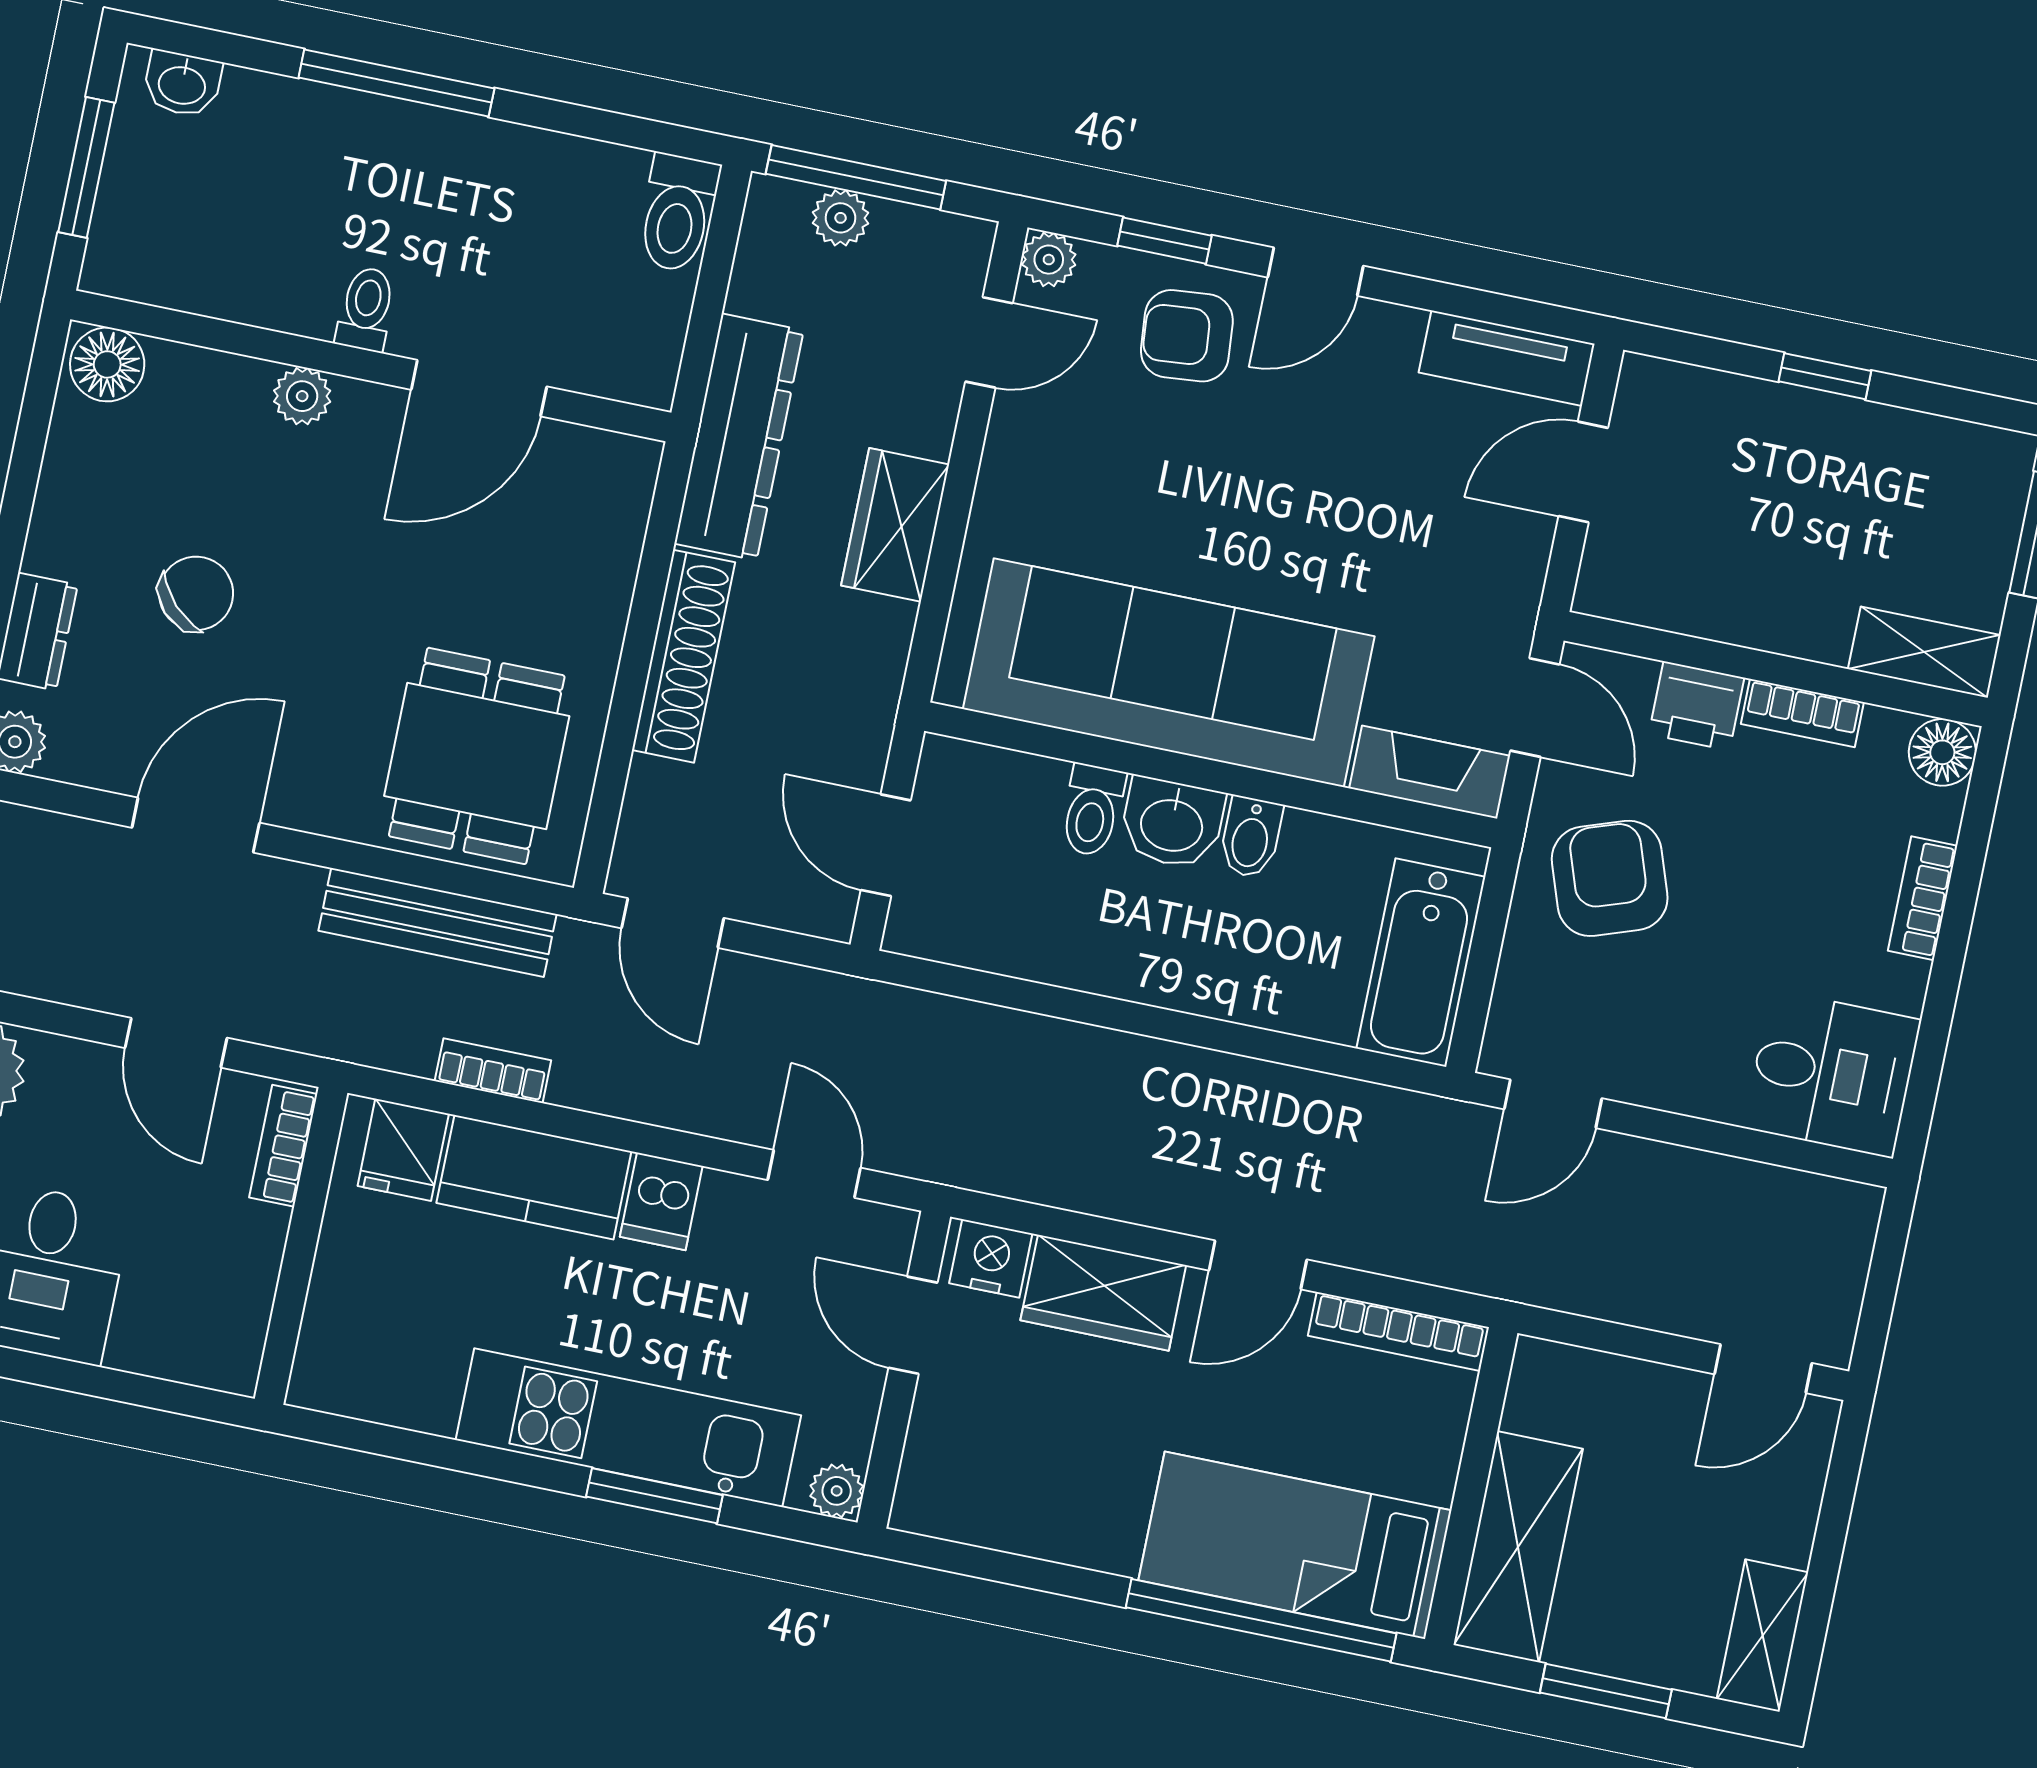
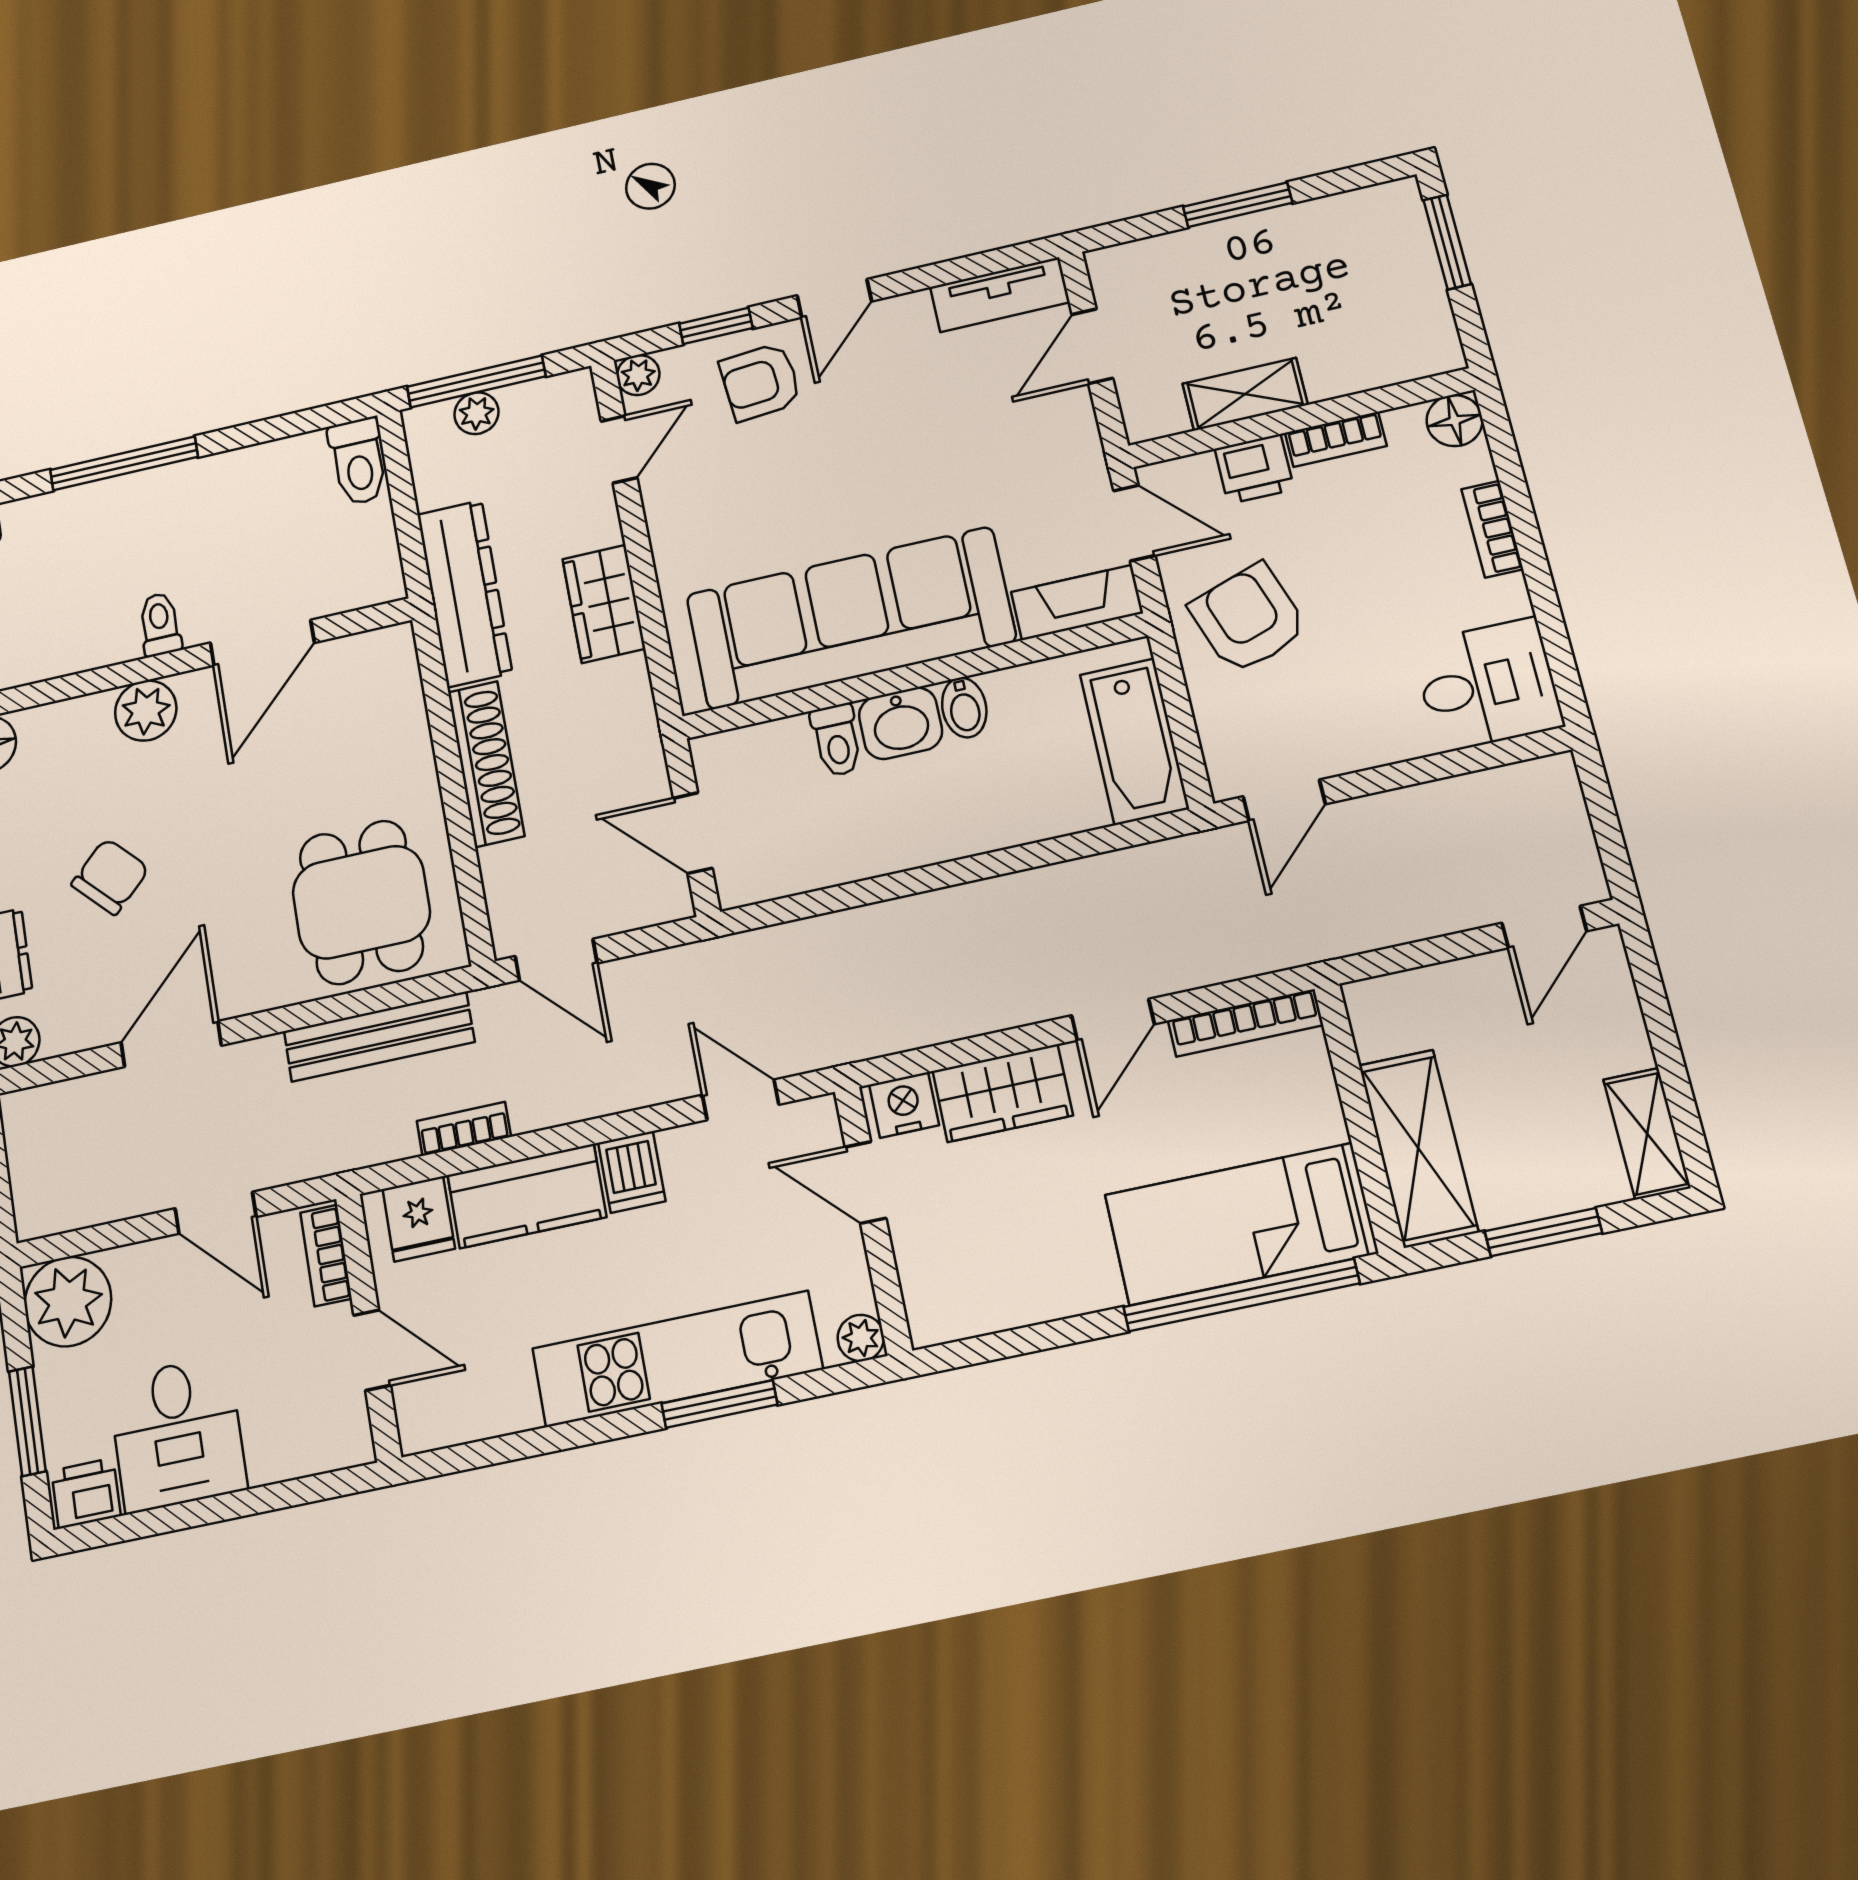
window: (1825, 376) -> (1238, 205), width x1.50
plant: (302, 396) -> (146, 711), width x1.38, depth x1.38
shelving: (1924, 652) -> (1245, 394), moved
door: (295, 1273) -> (372, 1350), added

